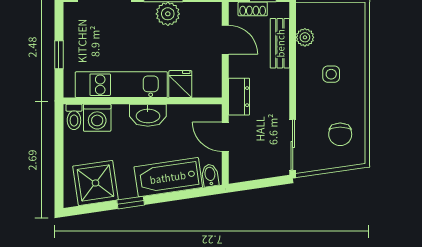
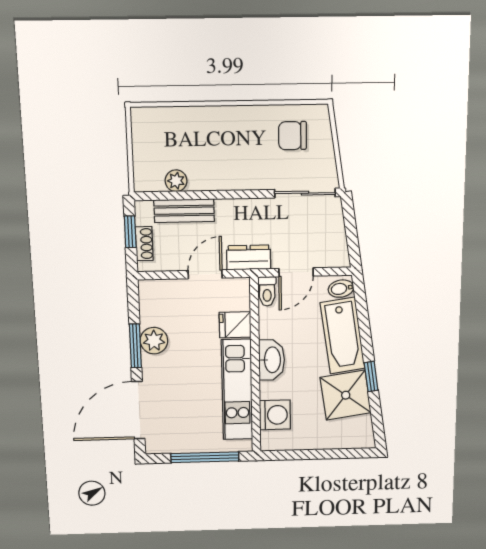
door: (225, 40) -> (205, 274), moved
window: (59, 55) -> (205, 457), width x2.17
side table: (331, 74) -> (220, 148), removed
toilet: (74, 117) -> (267, 291), moved, turned 90
chair: (340, 134) -> (292, 136), turned 180
shower: (95, 183) -> (346, 395), moved

